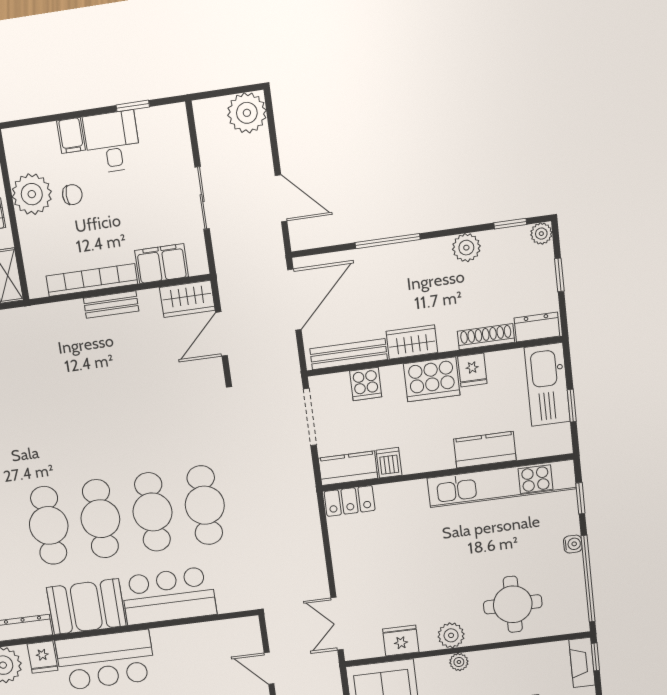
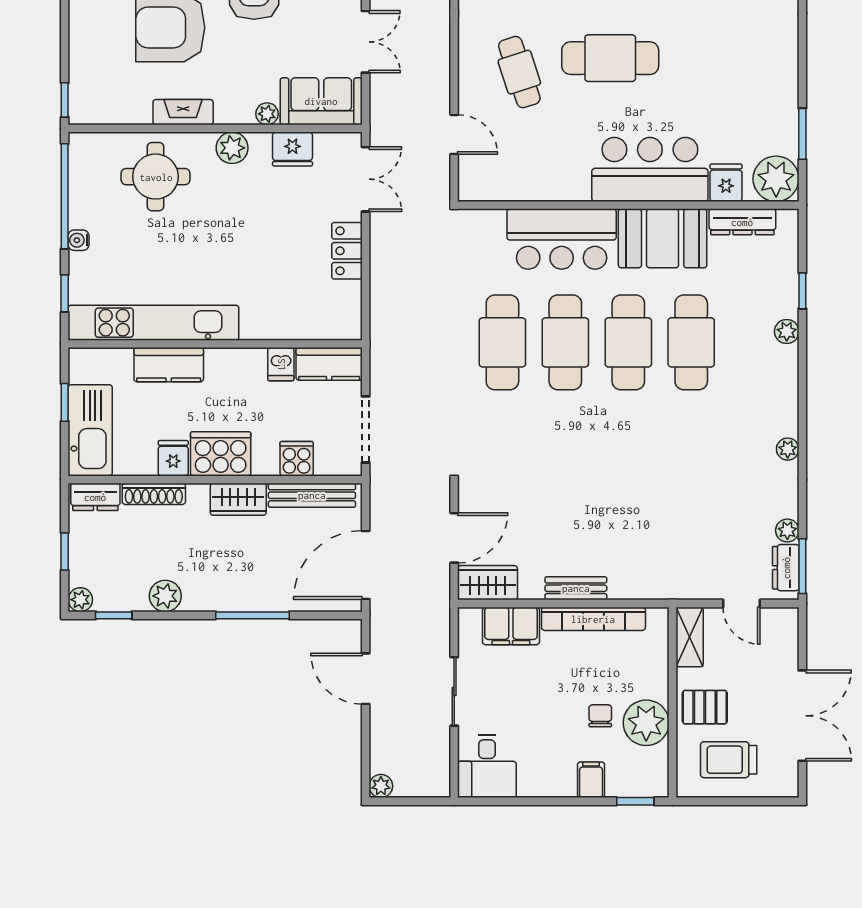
window: (133, 106) -> (635, 801), moved
plant: (247, 113) -> (381, 786), width x0.53, depth x0.53
desk: (112, 142) -> (487, 766), moved
chair: (72, 195) -> (600, 716), turned 90
locker: (350, 501) -> (347, 251), moved, turned -90
plant: (459, 662) -> (267, 114), moved
fireplace: (582, 662) -> (183, 112), moved, turned -90

